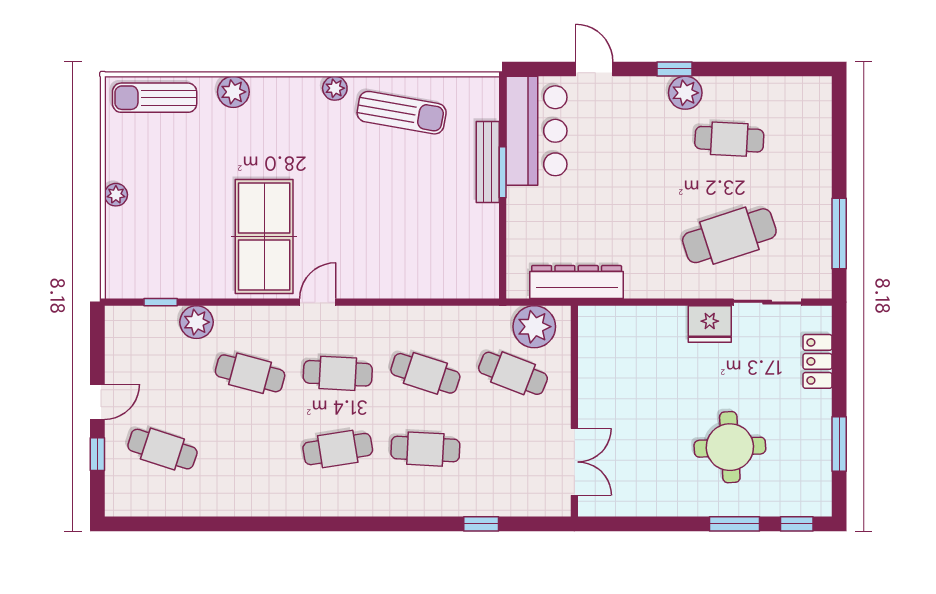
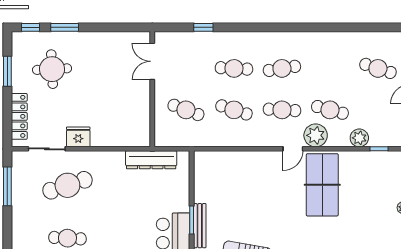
plant: (534, 327) -> (316, 135), moved
locker: (818, 361) -> (19, 116), width x1.53
round table: (730, 447) -> (52, 69), moved

